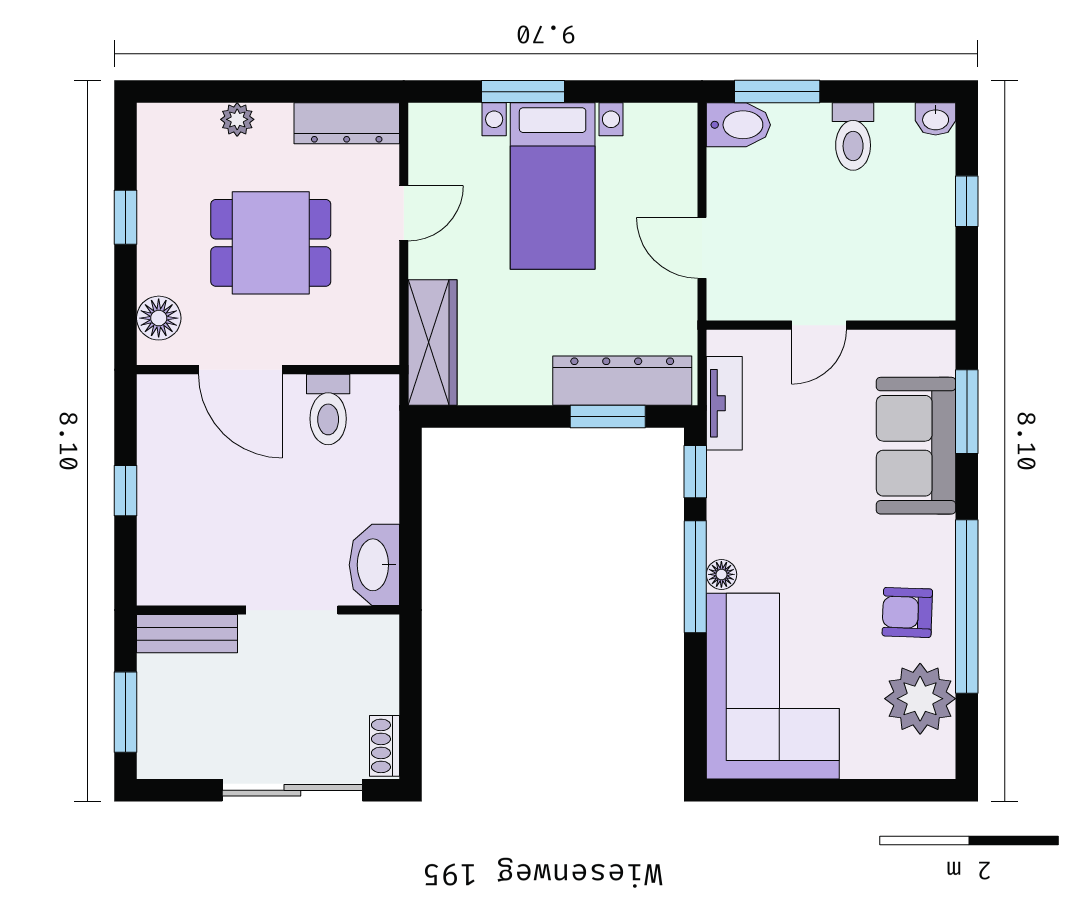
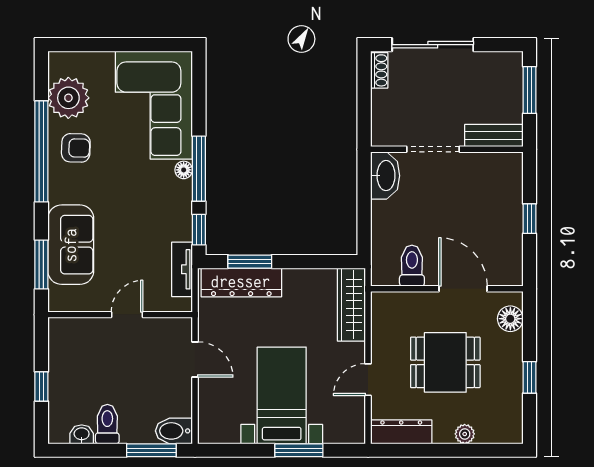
washbasin: (936, 119) -> (82, 434), moved

